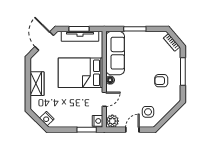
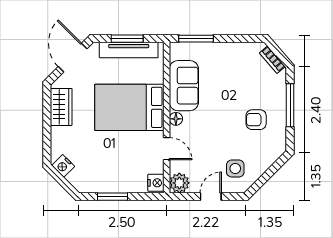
window: (135, 29) -> (196, 39), moved
sofa: (115, 53) -> (184, 86), width x0.73
wardrobe: (37, 84) -> (61, 107), moved
door: (104, 99) -> (167, 149), hinge flipped
nightstand: (47, 119) -> (63, 166), moved
window: (87, 130) -> (113, 197), moved

